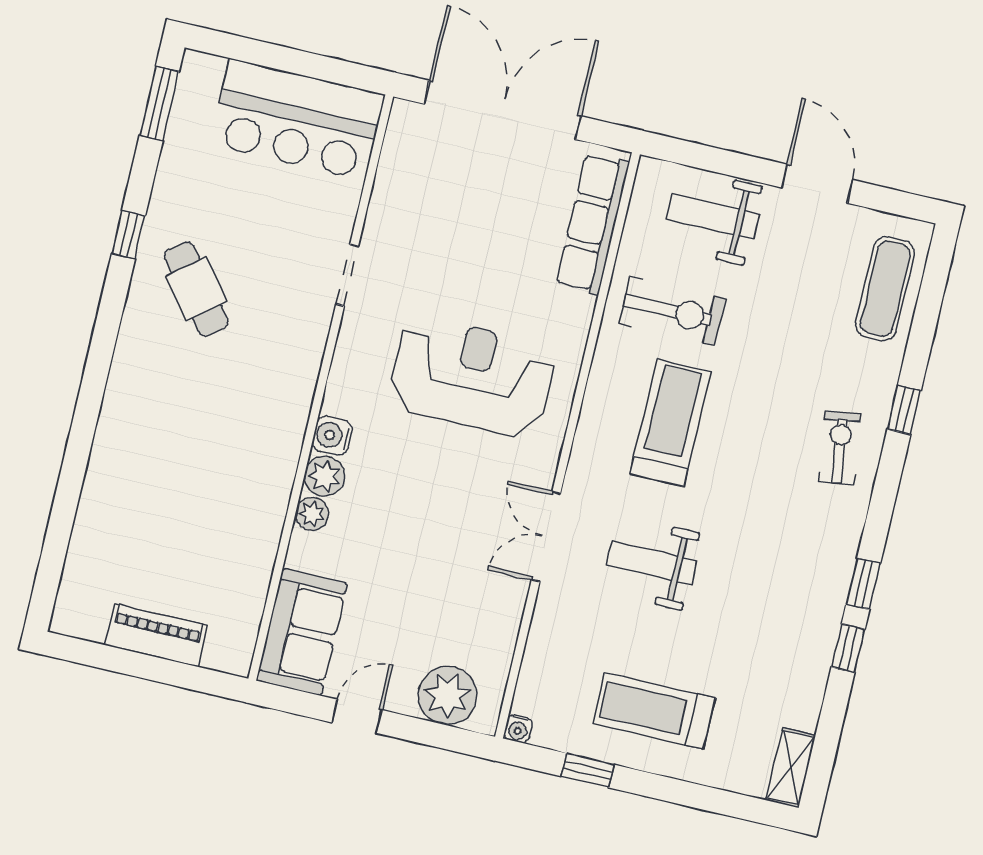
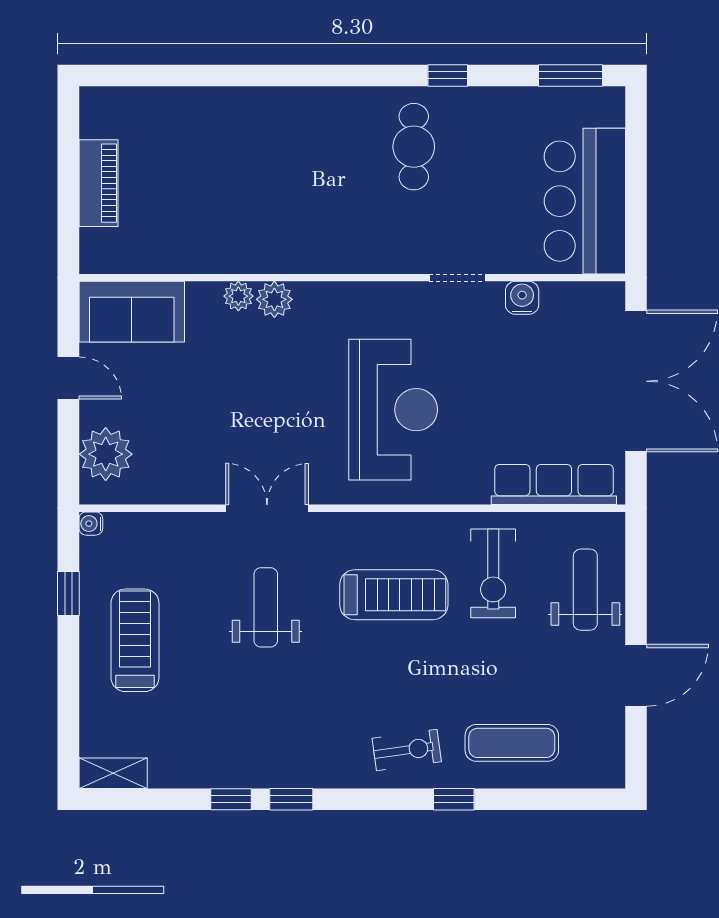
cafe table: (196, 289) -> (414, 147), turned -52
exercise mat: (885, 289) -> (512, 743), moved
water cooler: (332, 436) -> (522, 298), moved

